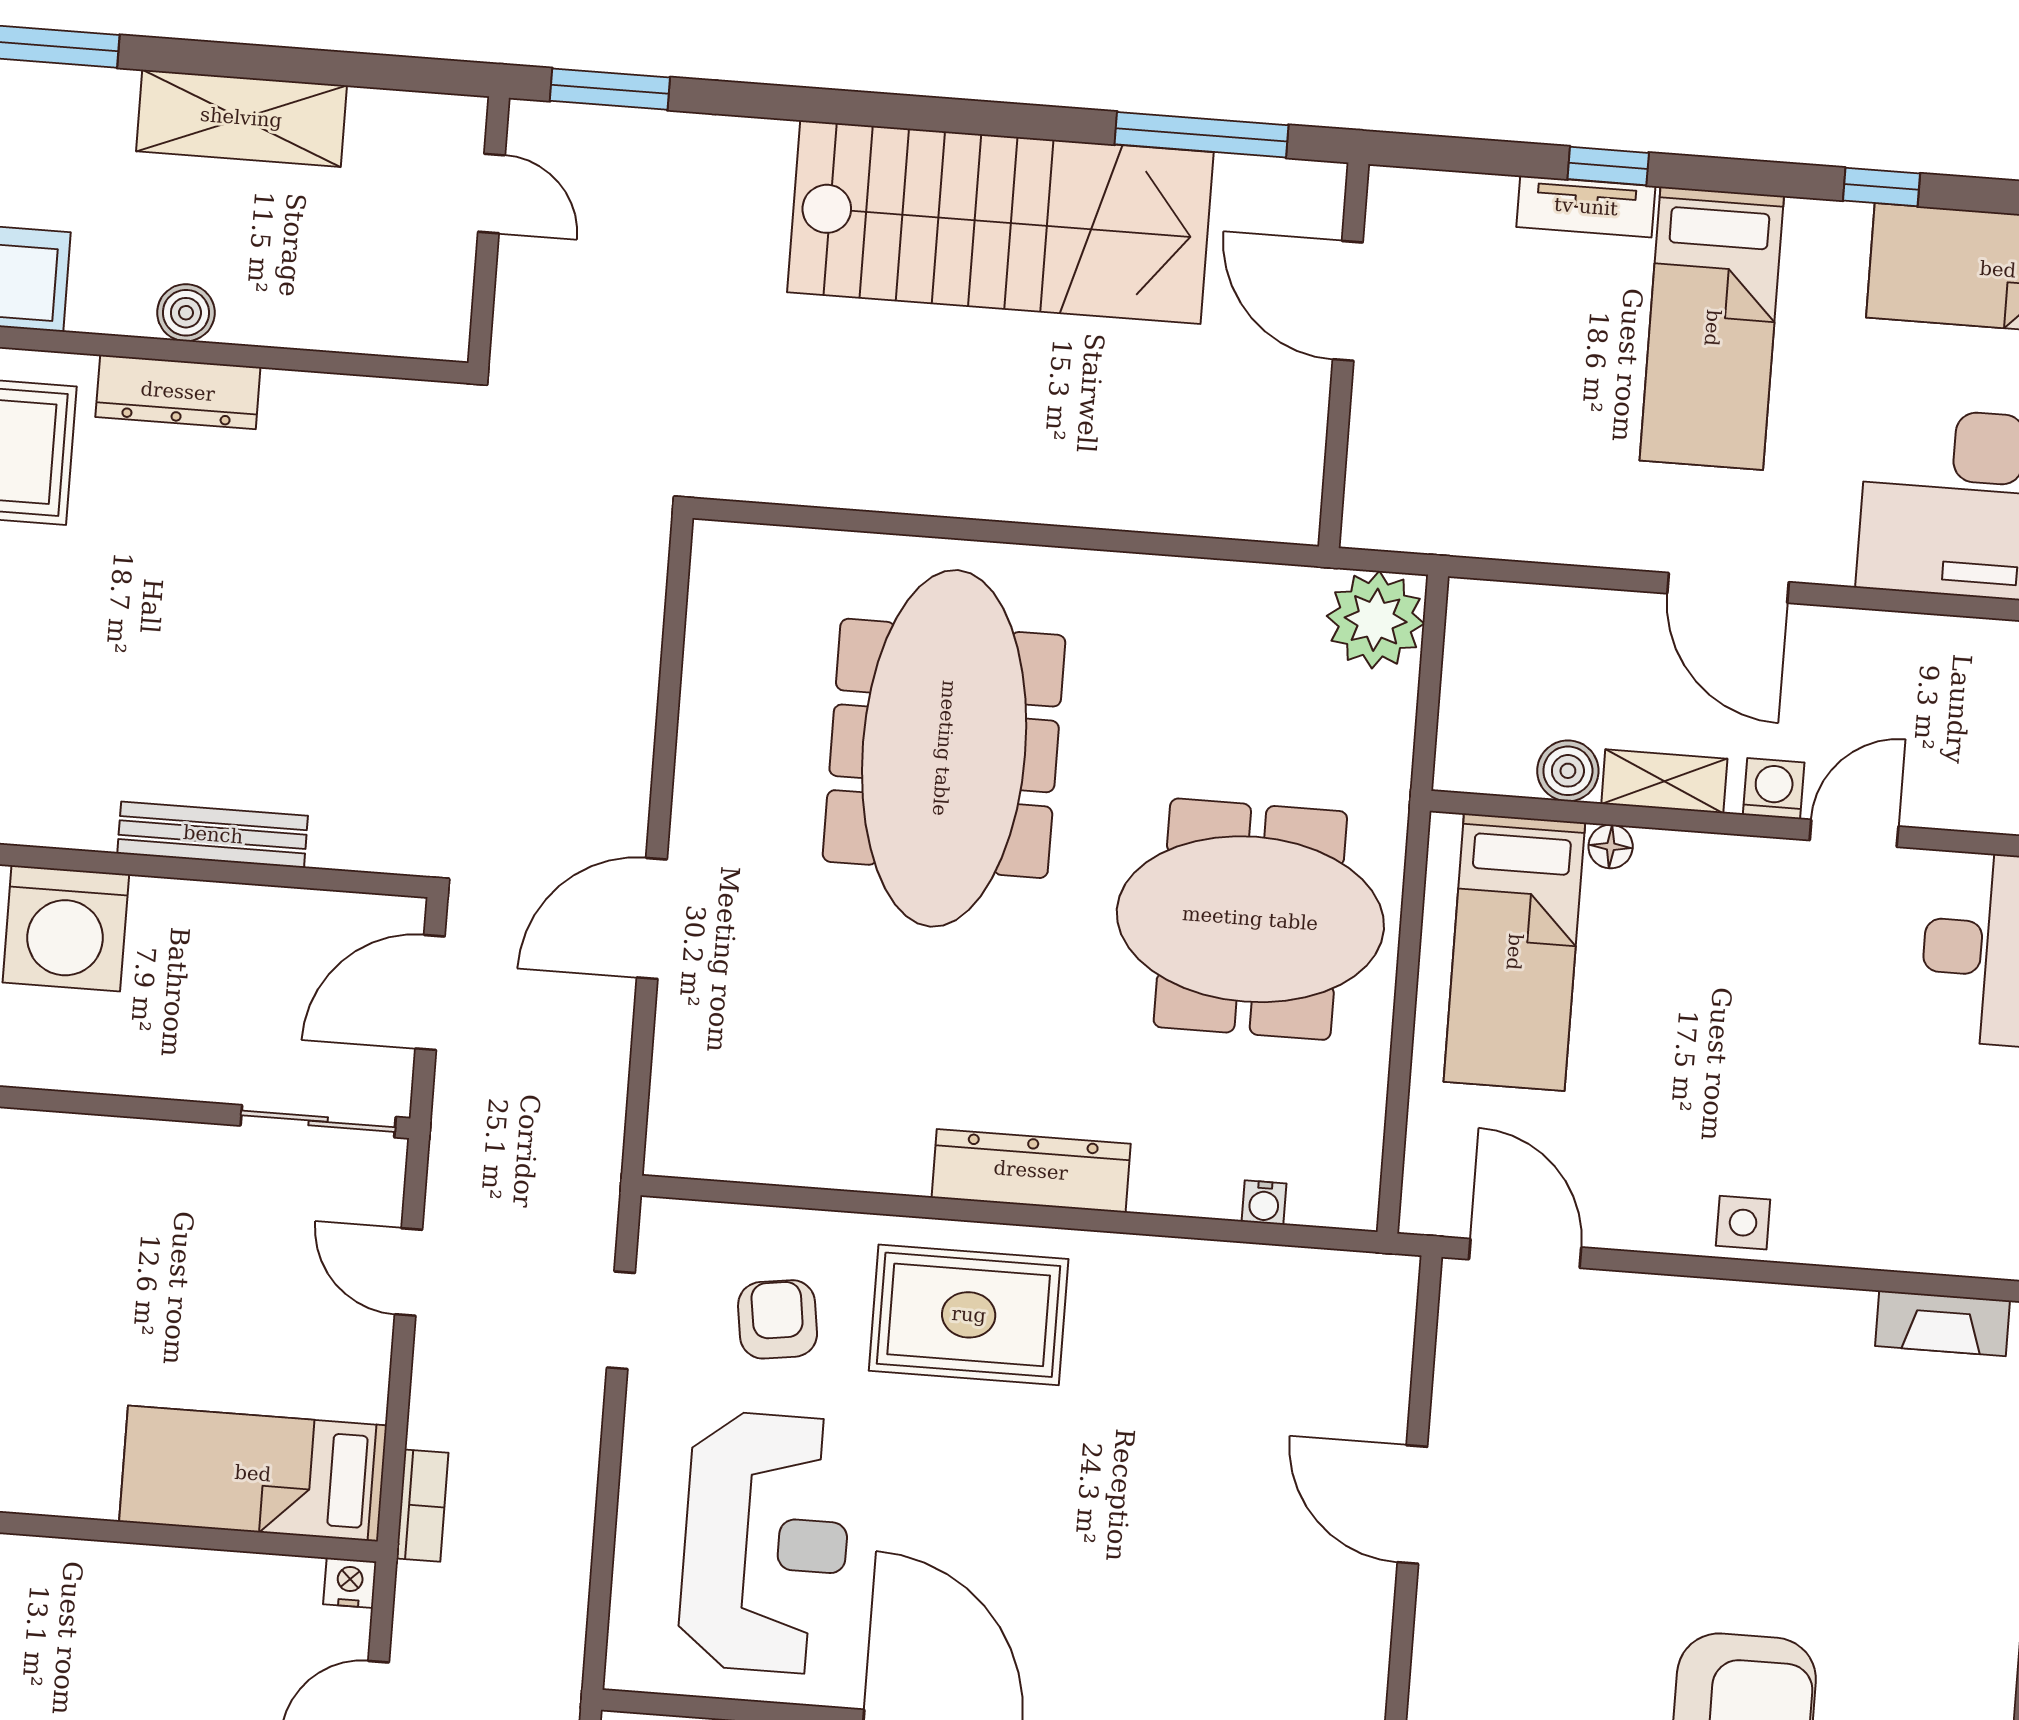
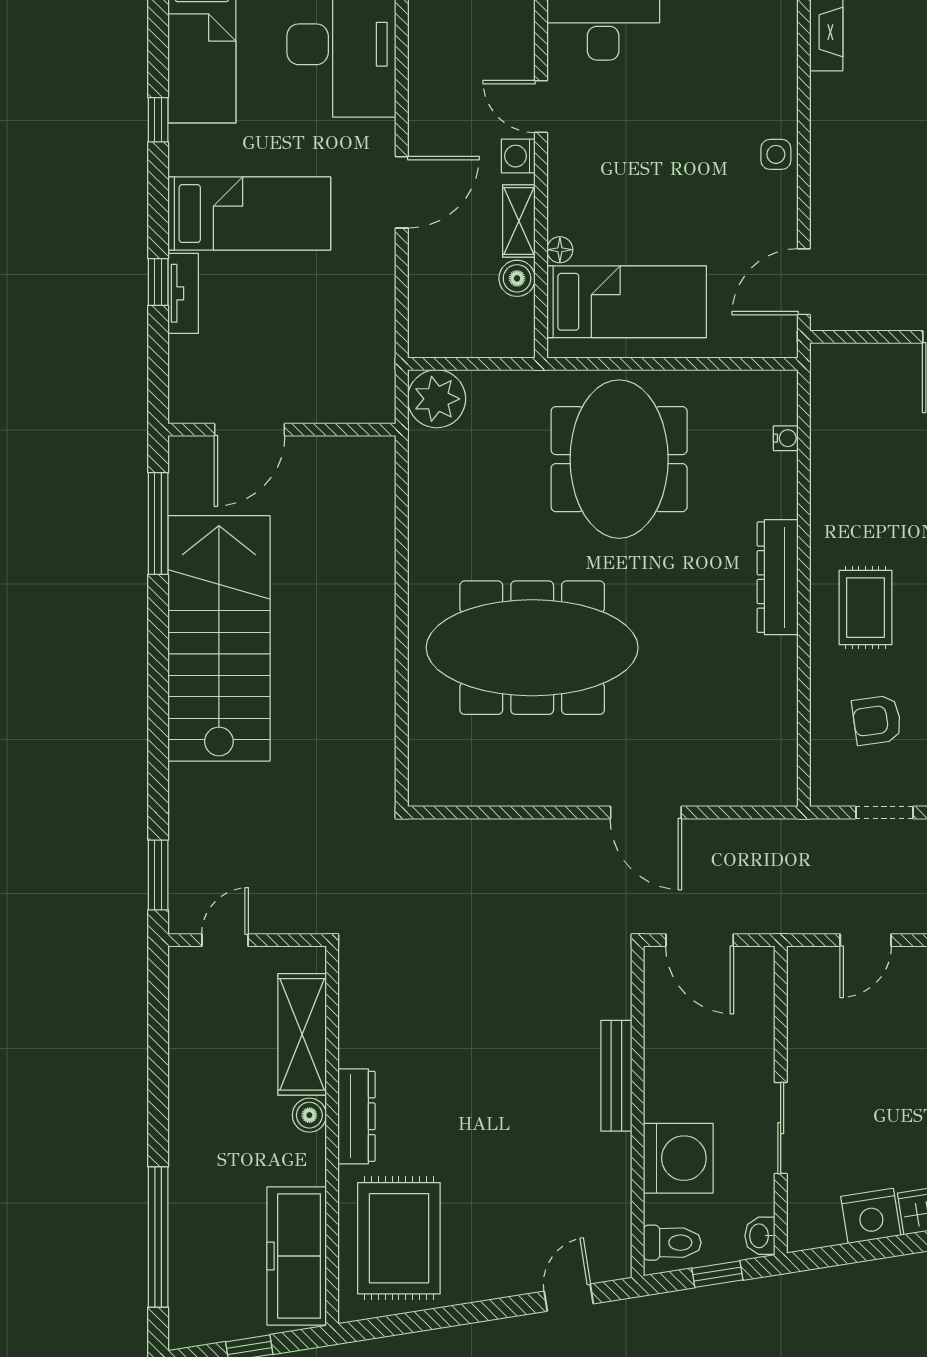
shelving: (241, 118) -> (302, 1034), moved
sliding door: (318, 1121) -> (781, 1128), moved
rug: (969, 1315) -> (866, 608), width x0.73, depth x0.70

